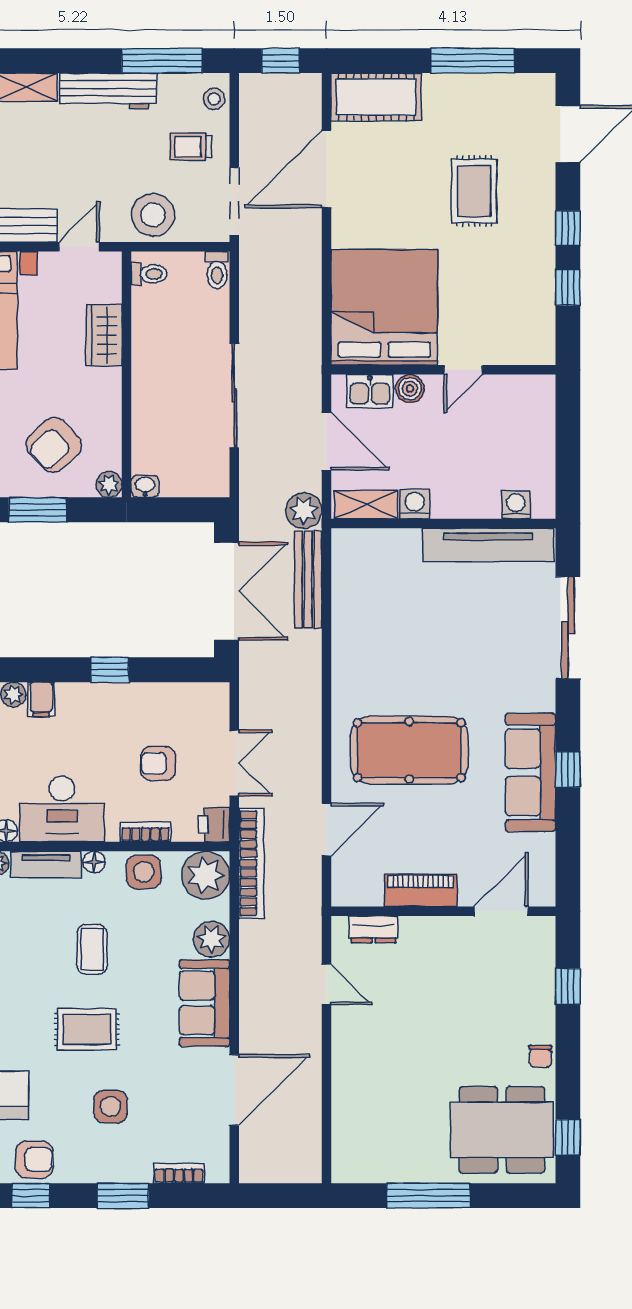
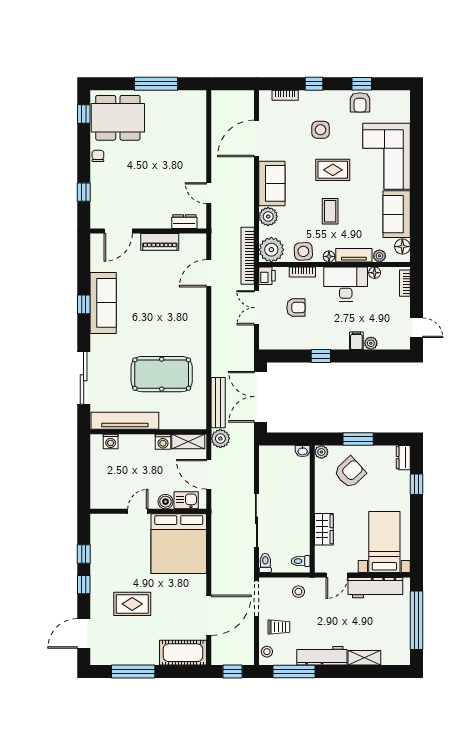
rug: (474, 191) -> (132, 604), turned 90
stool: (153, 215) -> (298, 592), width x0.53, depth x0.53
sliding door: (234, 396) -> (256, 520), moved
pool table: (409, 750) -> (162, 374), moved
armchair: (34, 1159) -> (360, 102), turned -90
window: (123, 1196) -> (314, 84), width x0.67

